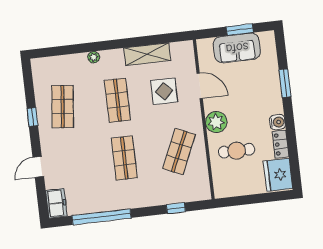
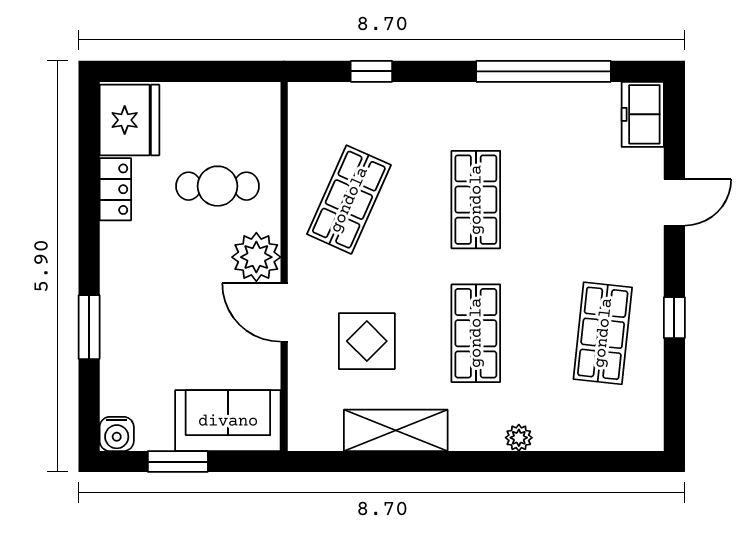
sofa: (237, 48) -> (228, 421), moved
door: (200, 86) -> (284, 312), moved
water cooler: (277, 122) -> (117, 434), moved, turned -90

